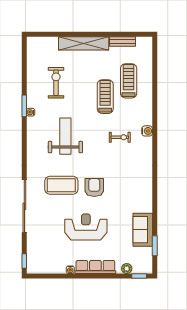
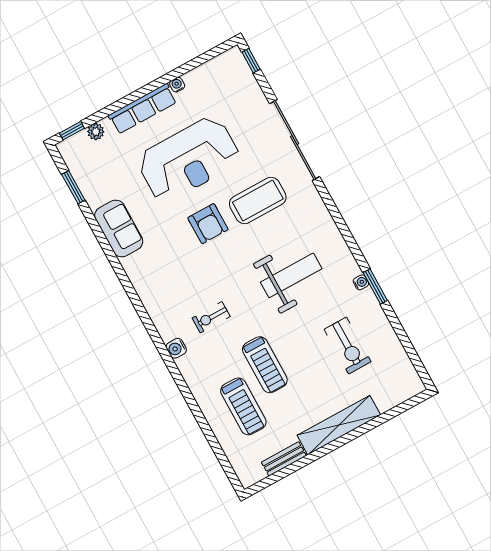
weight bench: (65, 136) -> (291, 275), turned -90
reception desk: (86, 227) -> (189, 159), width x1.36, depth x1.30
sofa: (143, 230) -> (119, 229), moved

